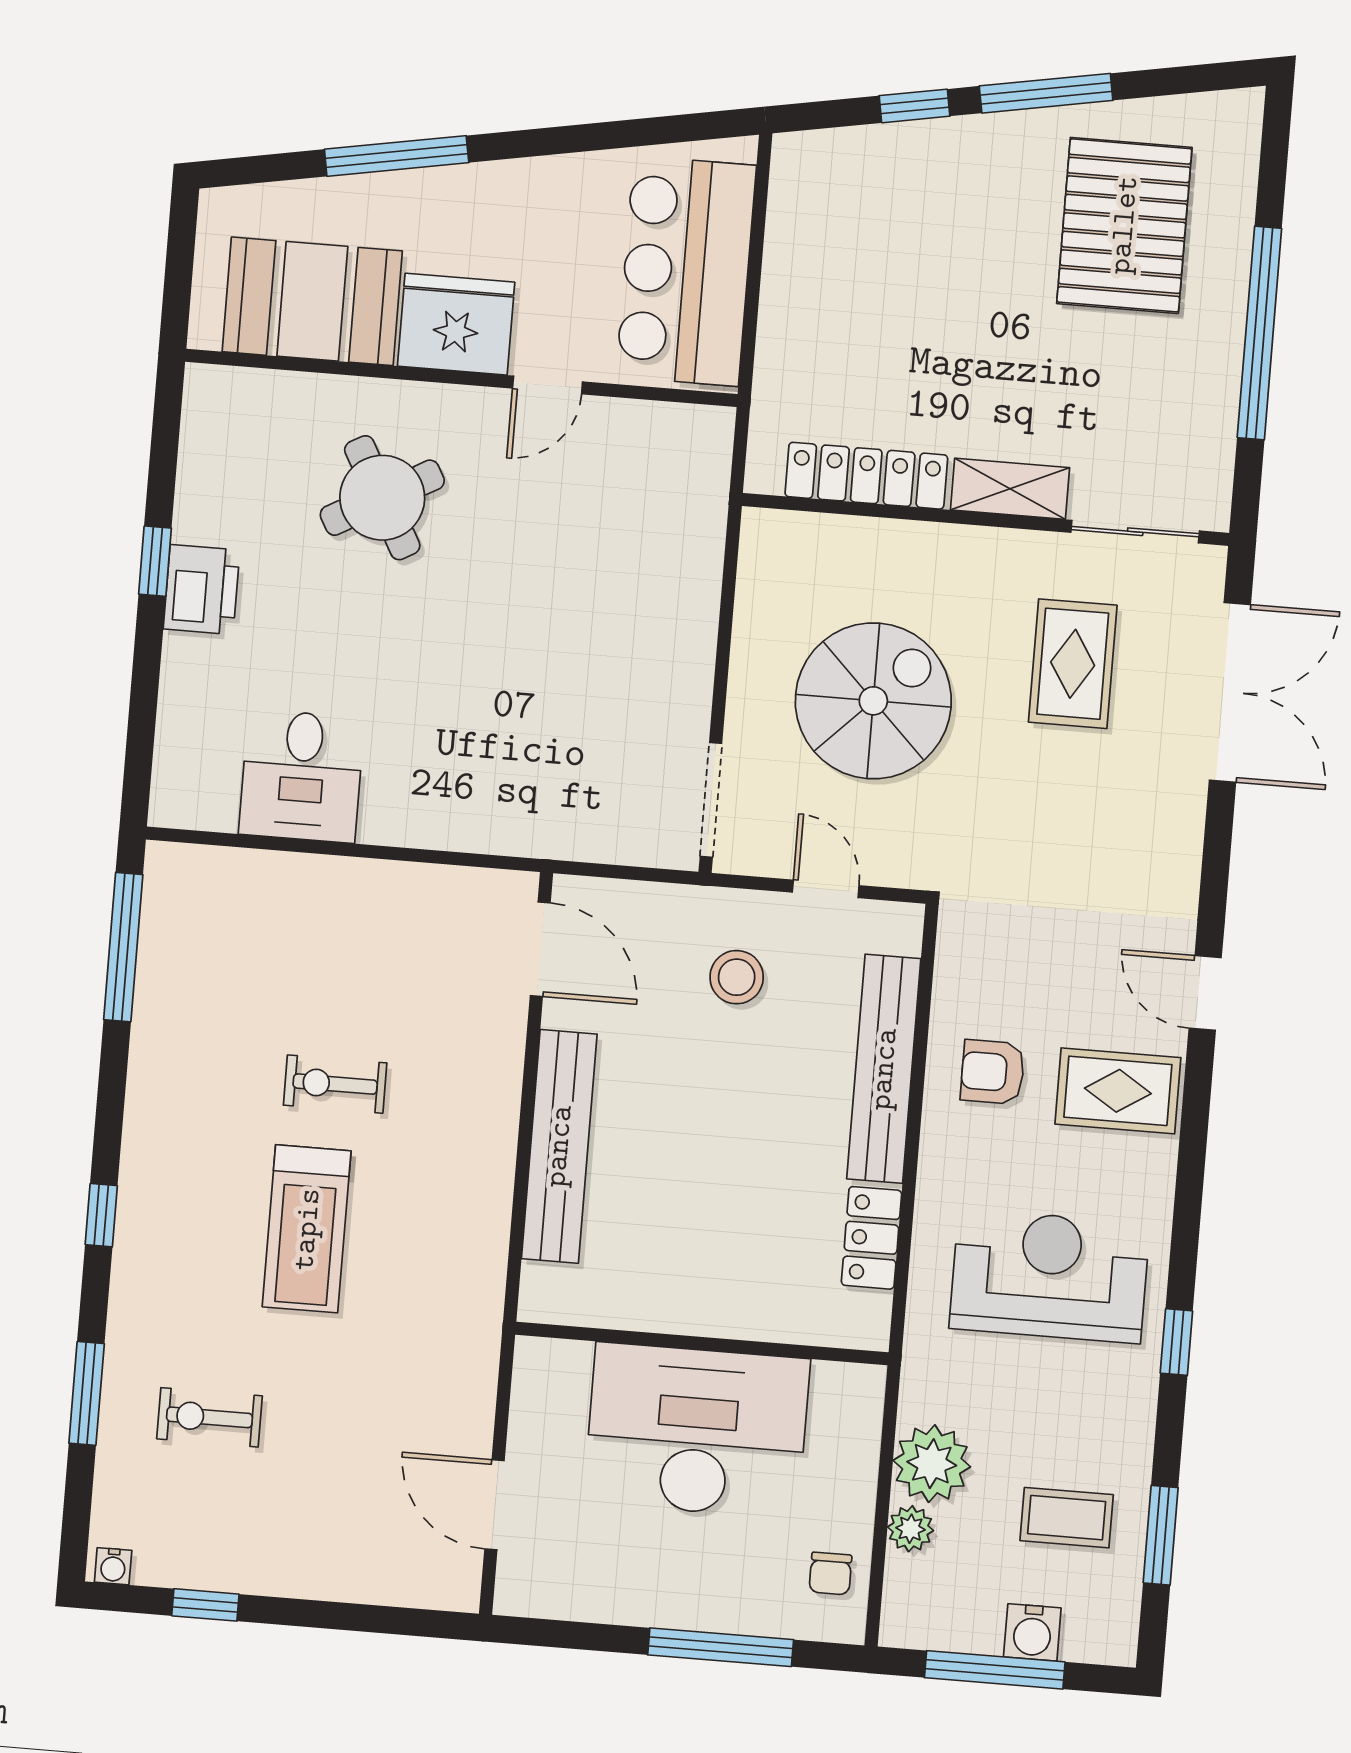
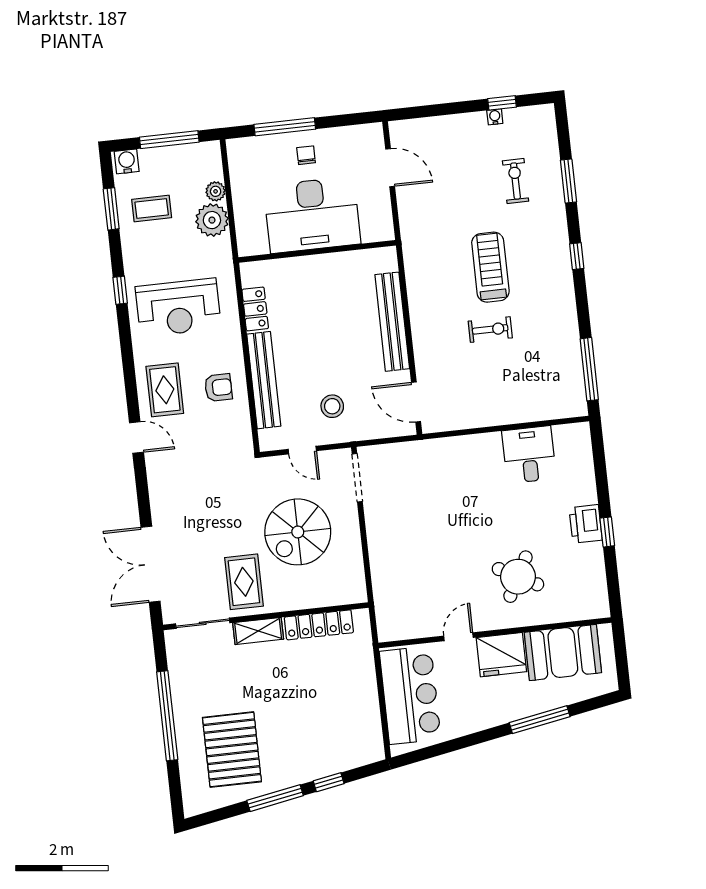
round table: (382, 498) -> (518, 577), turned -33
rug: (1073, 664) -> (244, 582), moved
rug: (1118, 1091) -> (165, 390), turned 90
exercise bike: (209, 1417) -> (515, 181), turned -90
water cooler: (113, 1566) -> (495, 117), moved
chair: (830, 1574) -> (306, 155), moved
water cooler: (1032, 1632) -> (127, 161), moved

